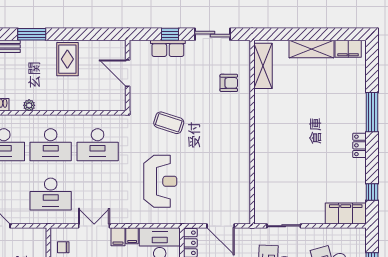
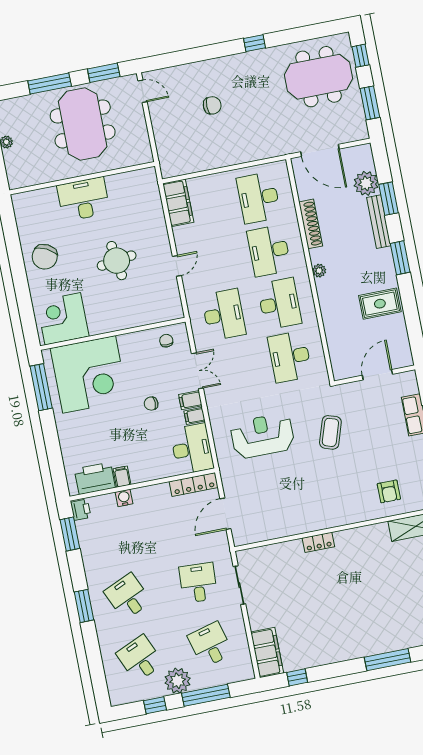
desk: (51, 145) -> (279, 304), turned 180
locker: (359, 145) -> (318, 542), moved, turned 180
reception desk: (160, 181) -> (262, 436), turned 180
desk: (51, 194) -> (224, 315), turned 180

